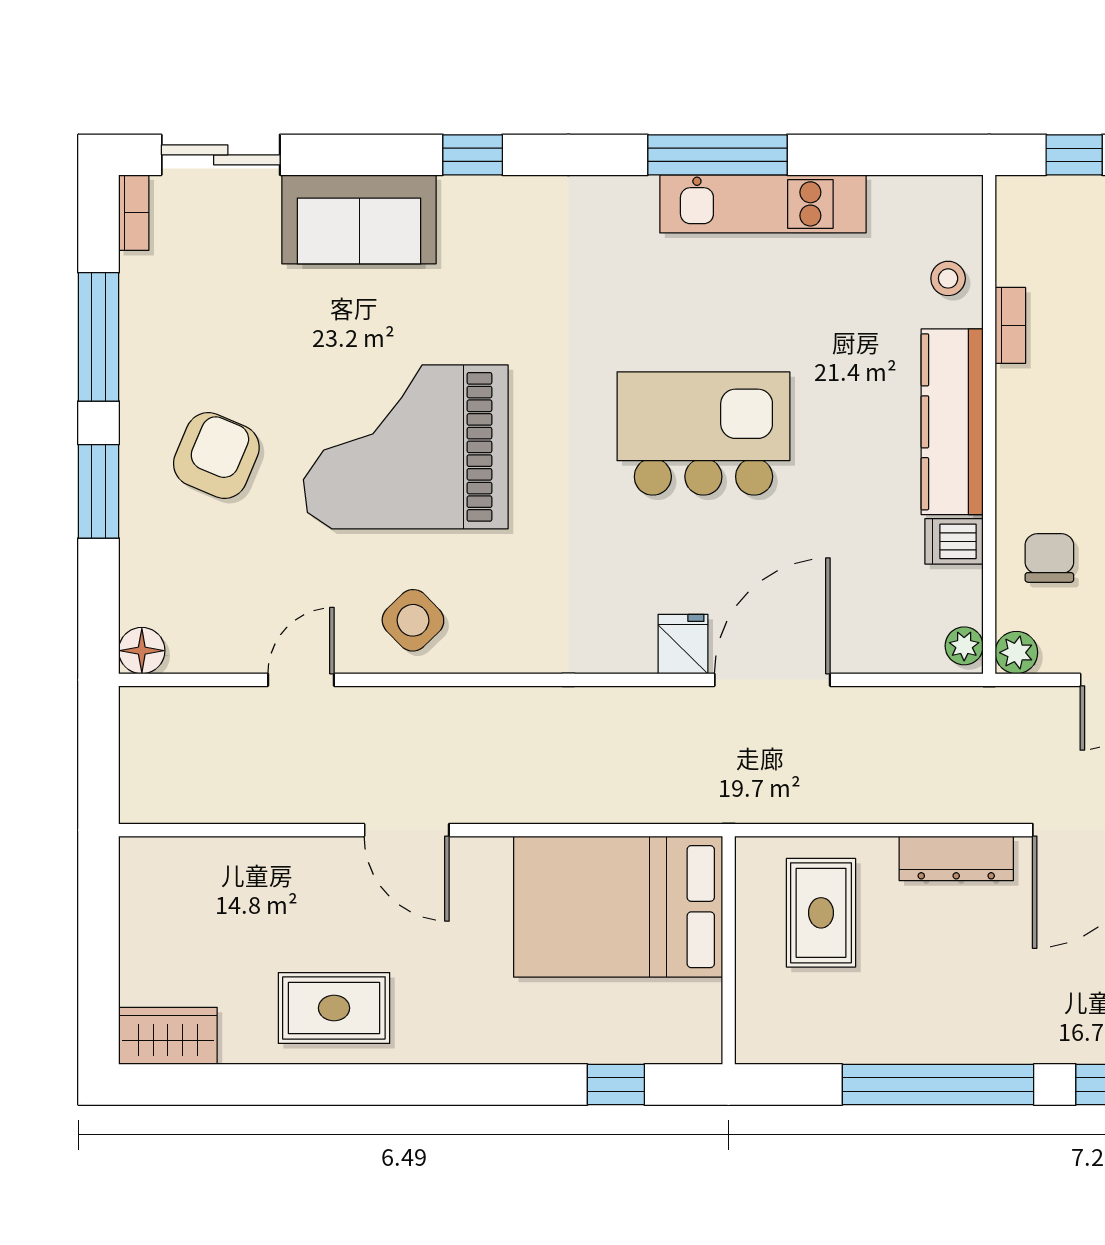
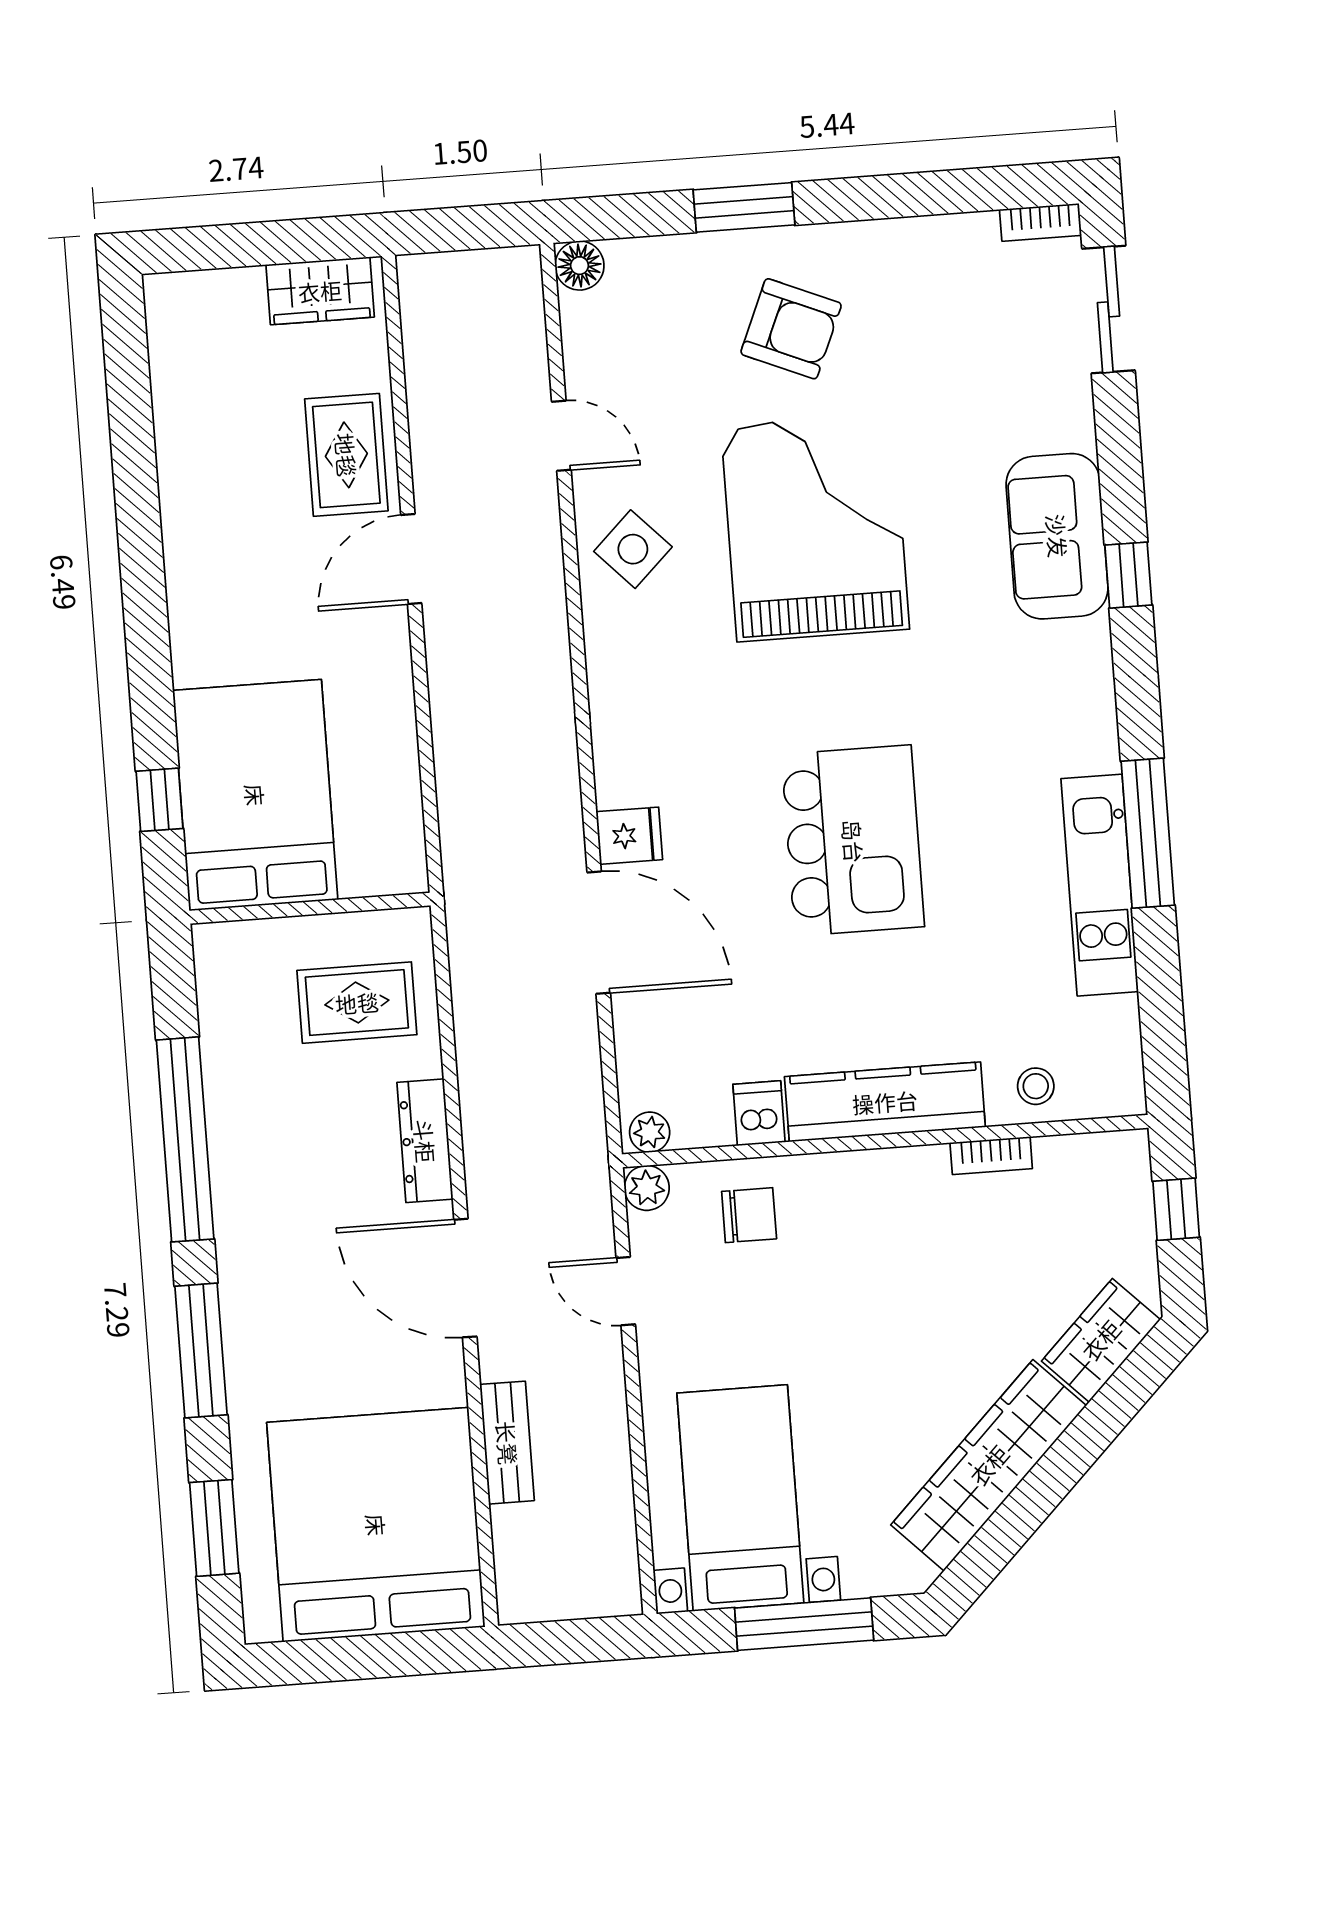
sofa: (359, 219) -> (1057, 536), moved
window: (99, 337) -> (907, 195), removed
bed: (618, 907) -> (255, 795), moved
rug: (334, 1008) -> (346, 455), moved
wardrobe: (168, 1036) -> (320, 291), moved, turned 90

